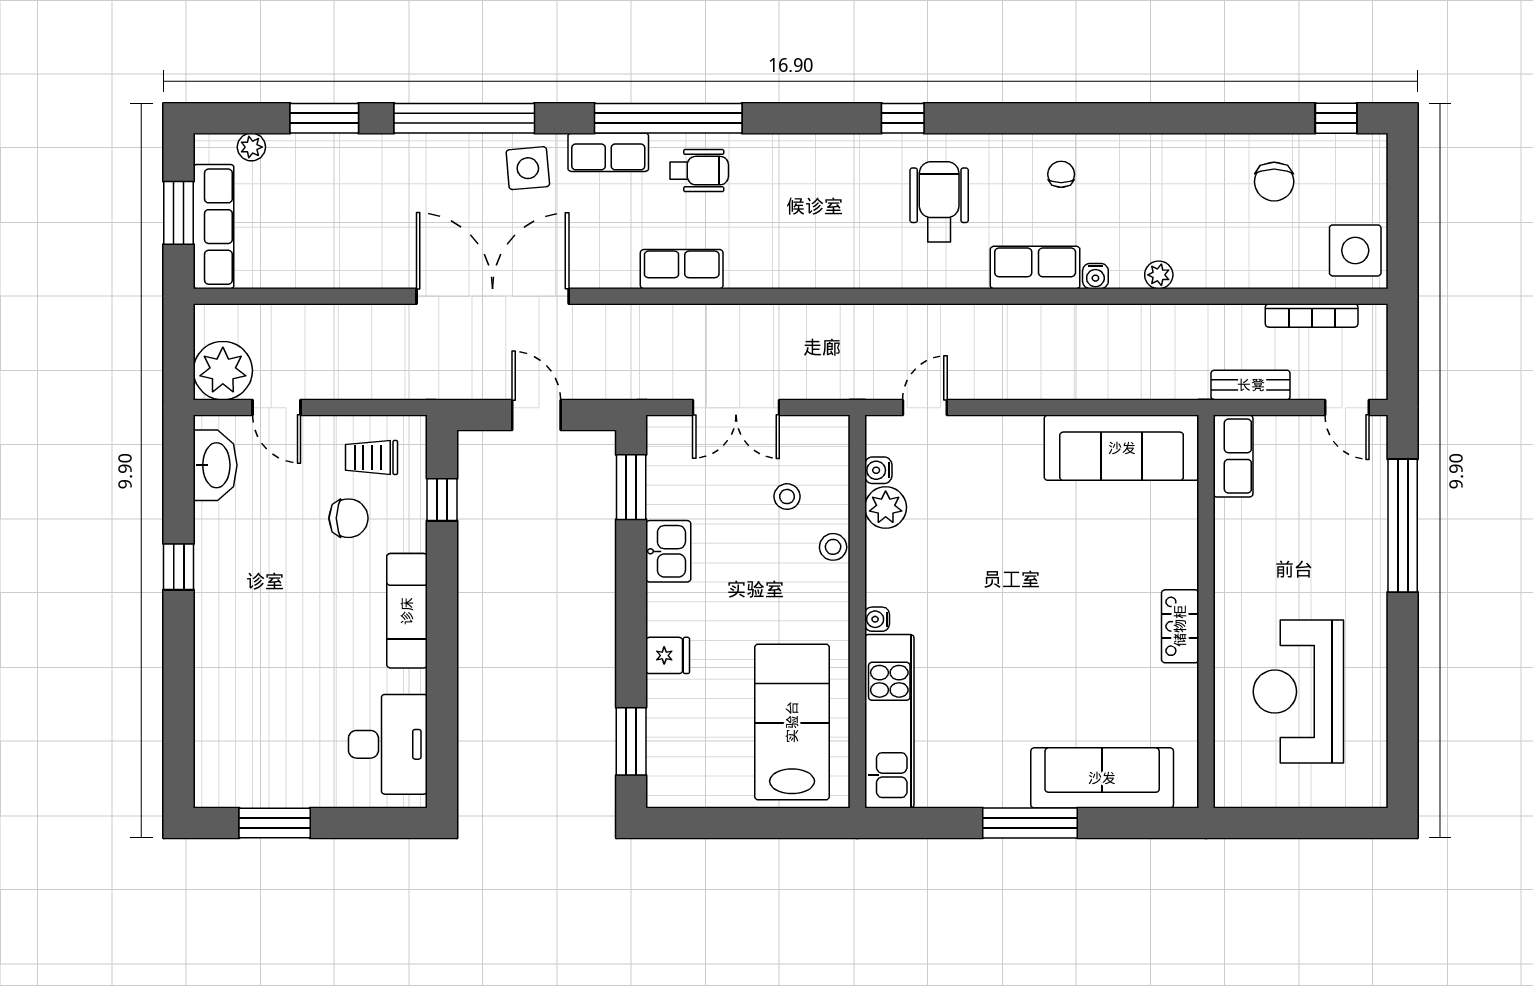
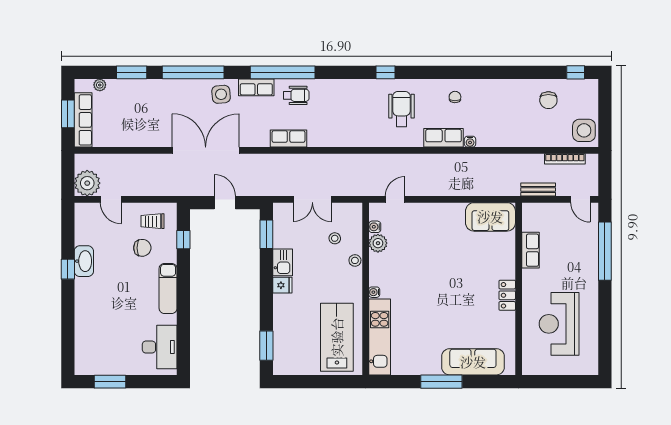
plant: (1159, 275) -> (498, 141), removed
sofa: (1122, 448) -> (490, 217), width x0.73
row of seats: (1233, 456) -> (530, 250), moved
washbasin: (215, 465) -> (84, 261), moved
fridge: (668, 655) -> (282, 285), moved

